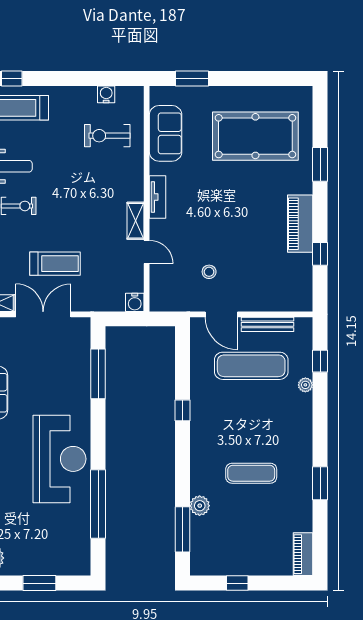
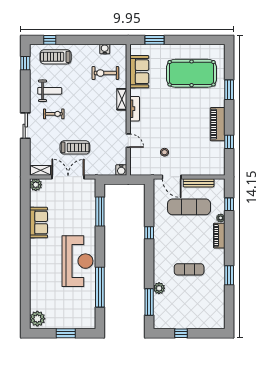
shelving: (136, 221) -> (122, 99), moved
piano: (303, 554) -> (219, 236), moved

